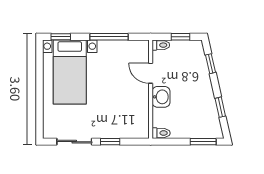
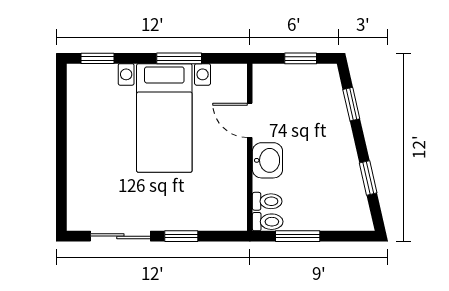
window: (109, 37) -> (179, 58), width x0.69
toilet: (161, 45) -> (267, 201), moved
bed with nightstands: (70, 72) -> (164, 118), moved
window: (203, 142) -> (298, 236), moved

